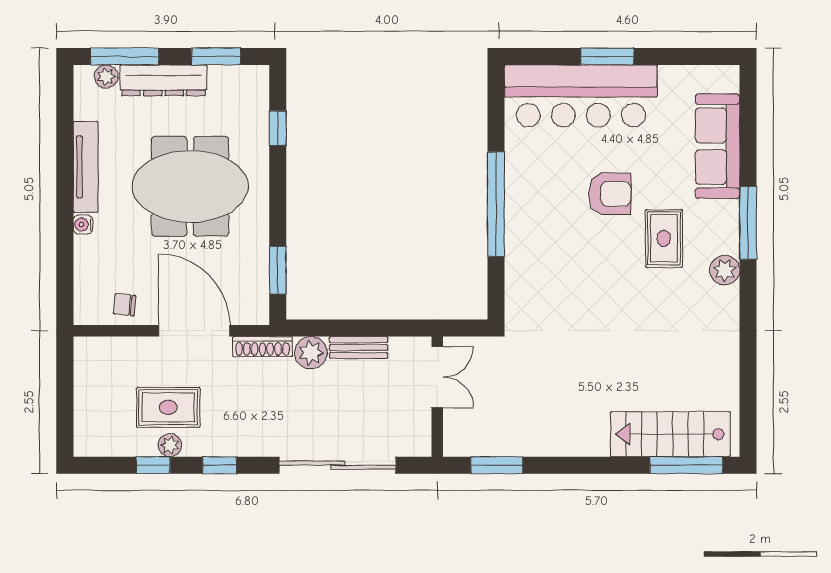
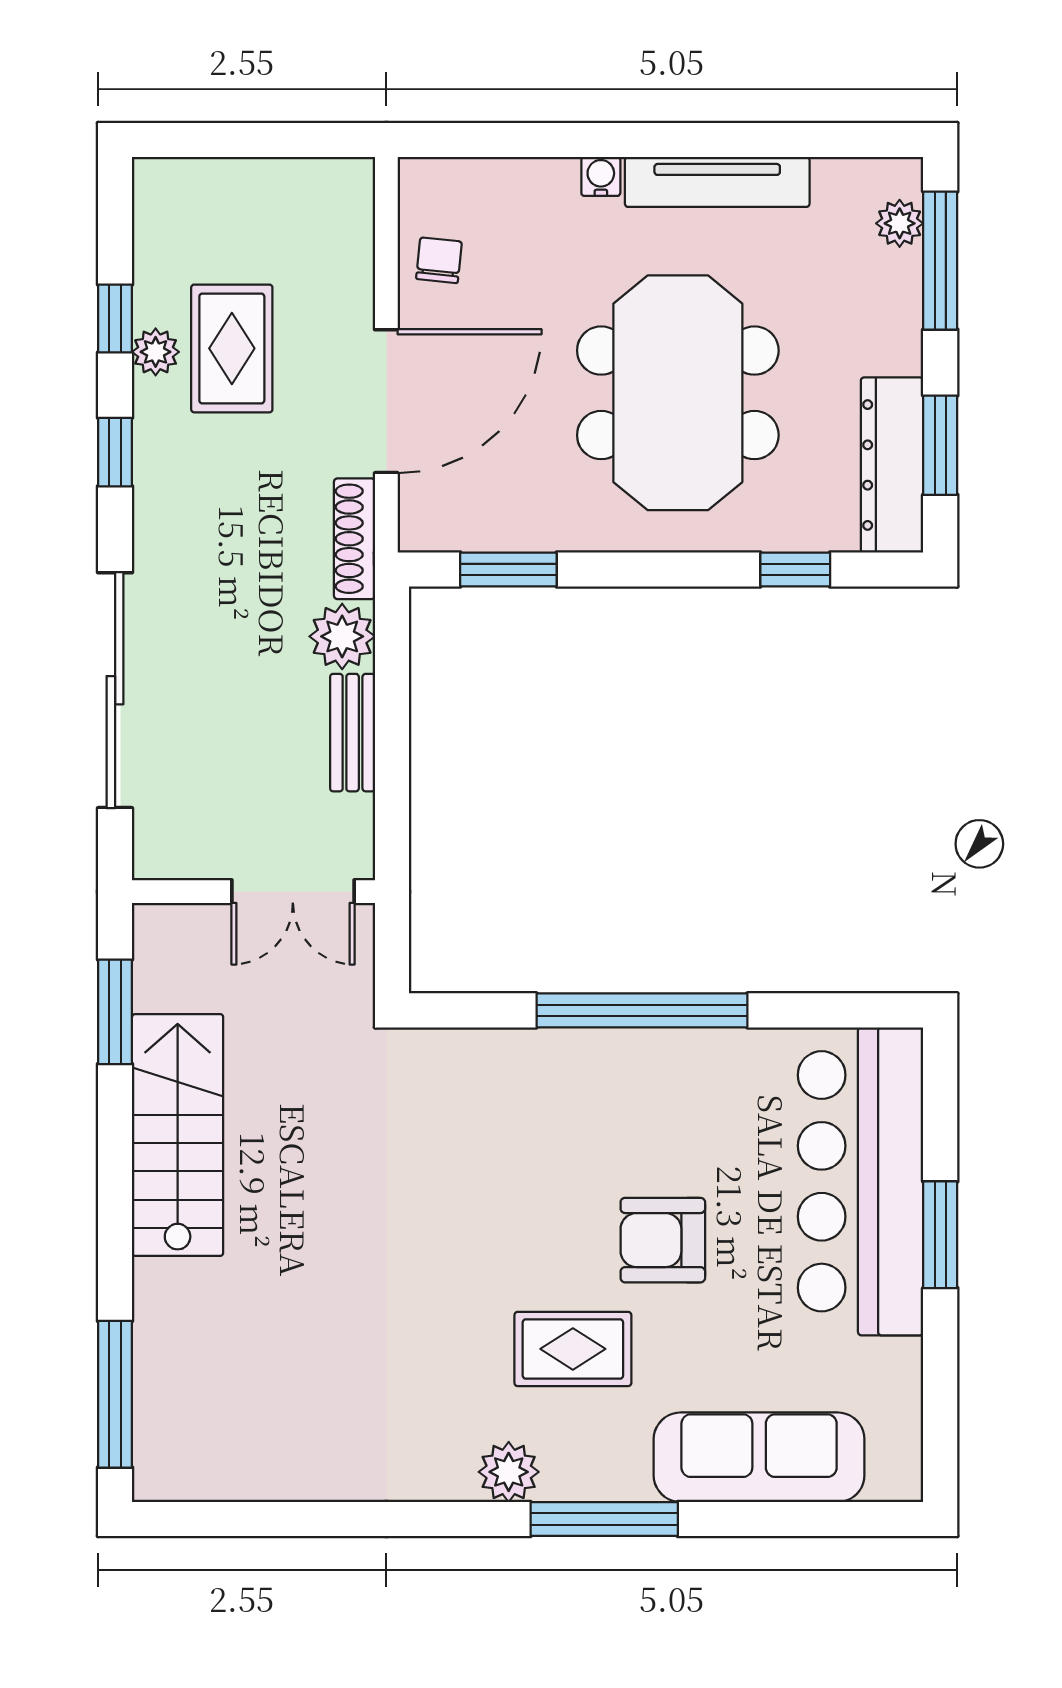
dresser: (163, 80) -> (892, 465), moved
armchair: (610, 194) -> (663, 1240), turned 90
stairs: (670, 434) -> (178, 1135), moved

